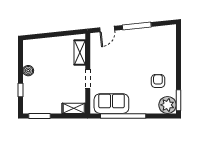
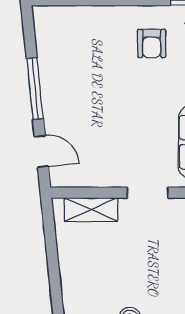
armchair: (158, 81) -> (152, 43), turned -90

